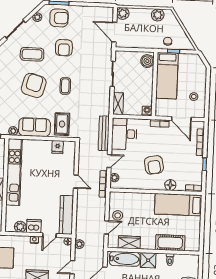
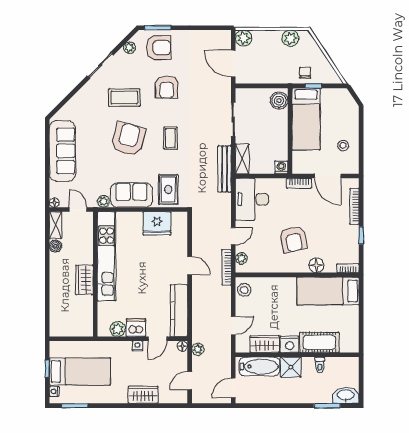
bench: (104, 133) -> (225, 169), moved
fridge: (58, 147) -> (157, 223), width x1.88, depth x1.34
stool: (118, 215) -> (244, 290), moved
nightstand: (148, 243) -> (290, 344), added

